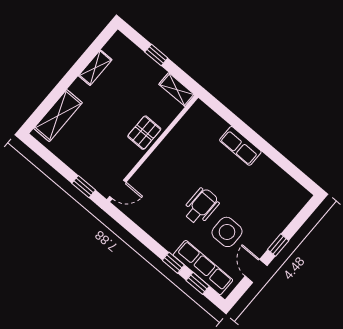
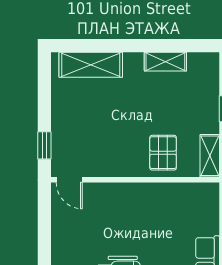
pallet: (144, 133) -> (163, 153), moved, turned 90

